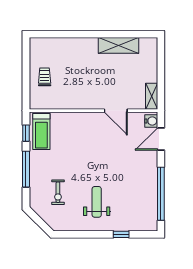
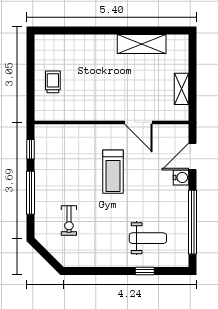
shelving: (152, 96) -> (181, 89), moved
water cooler: (151, 121) -> (181, 178), moved
treadmill: (41, 131) -> (113, 172), moved
weight bench: (97, 202) -> (148, 238), moved, turned 90

